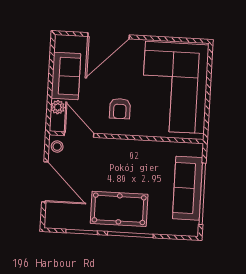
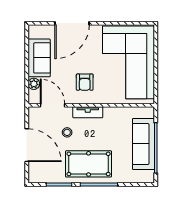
tv unit: (122, 146) -> (88, 112), added
stool: (57, 147) -> (67, 132), moved

